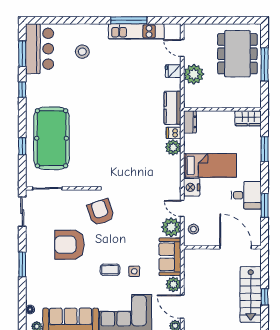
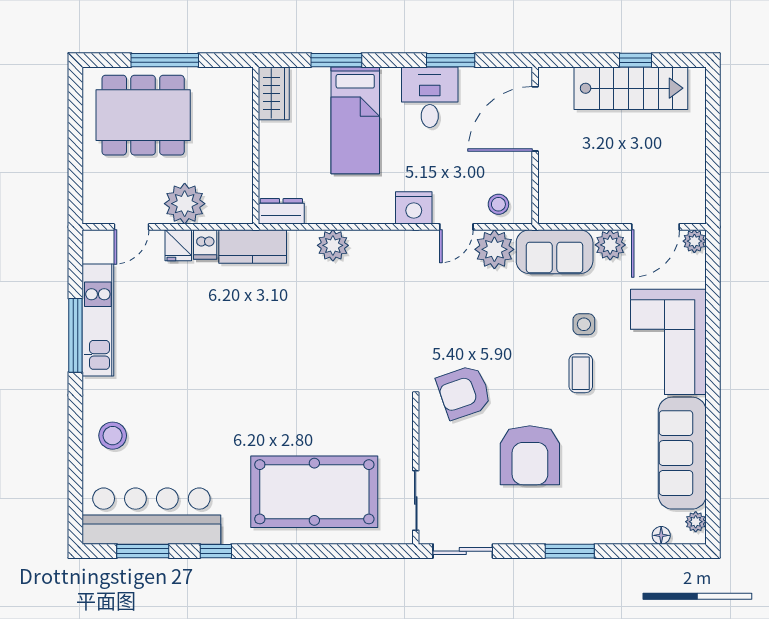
bar counter: (40, 49) -> (151, 516), width x1.36
stool: (82, 52) -> (113, 436), moved
dishwasher: (174, 133) -> (205, 244), moved
window: (22, 146) -> (330, 551), removed
bed: (210, 165) -> (355, 120), moved, turned 180

